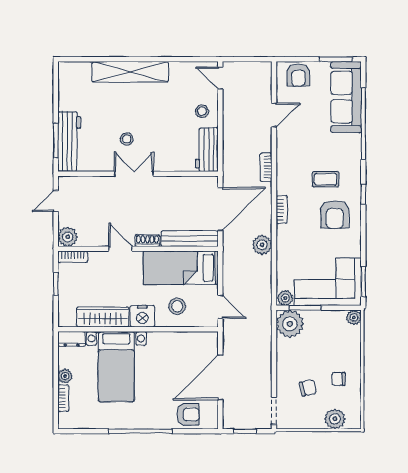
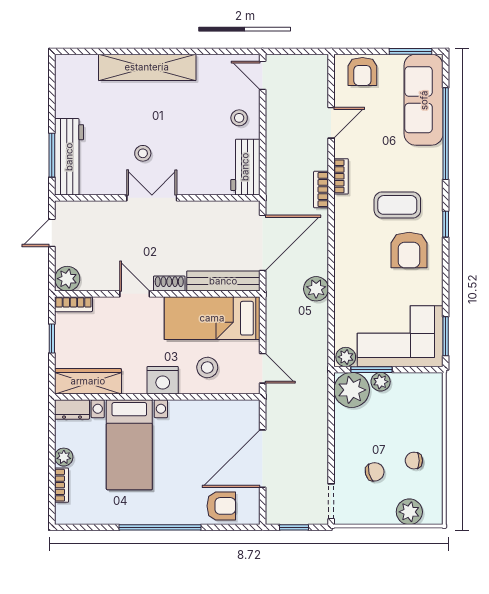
coffee table: (326, 179) -> (397, 205), width x1.36, depth x1.30
bookcase: (282, 209) -> (341, 176), moved
wardrobe: (103, 317) -> (88, 381), moved
plant: (354, 317) -> (381, 382), moved

